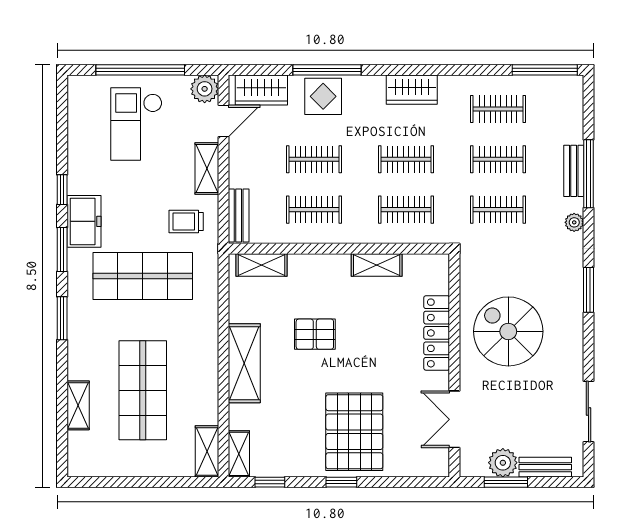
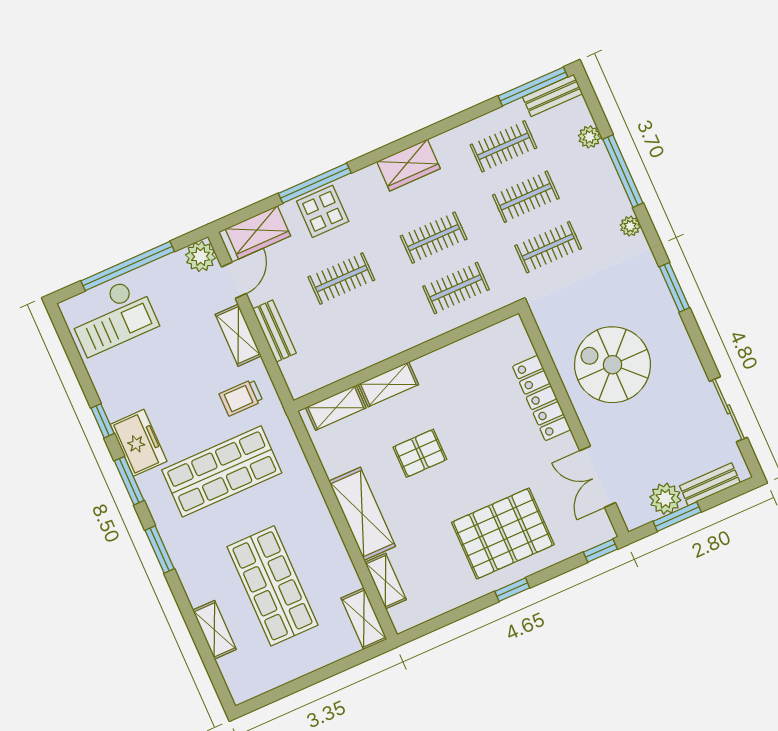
checkout: (136, 124) -> (112, 317), moved, turned -90
plant: (573, 133) -> (589, 137), added
bench: (574, 171) -> (553, 95), moved, turned 90
clothes rail: (314, 210) -> (364, 329), removed
bench: (239, 216) -> (274, 331), moved
shelving: (377, 265) -> (388, 384), moved
pallet: (354, 432) -> (503, 533), turned 90
shelving: (239, 454) -> (386, 581), moved
window: (270, 482) -> (600, 551), moved

